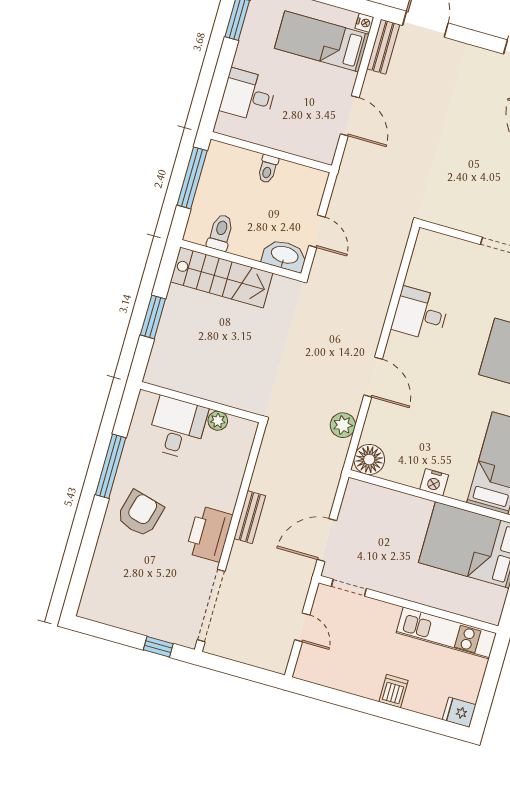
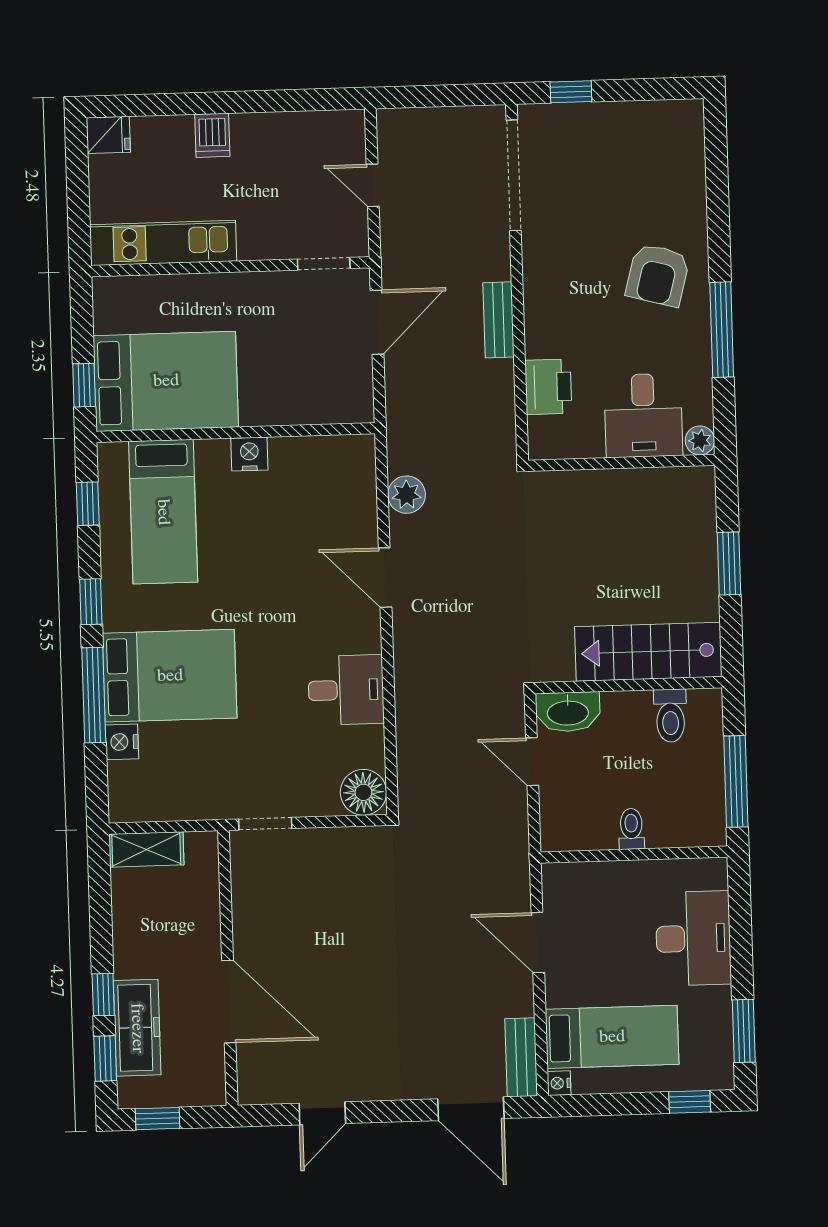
desk: (248, 95) -> (693, 938), width x1.37
plant: (218, 421) -> (700, 440), moved
floor lamp: (369, 460) -> (363, 792), moved
printer: (209, 534) -> (548, 387), moved, width x0.73, depth x0.84

